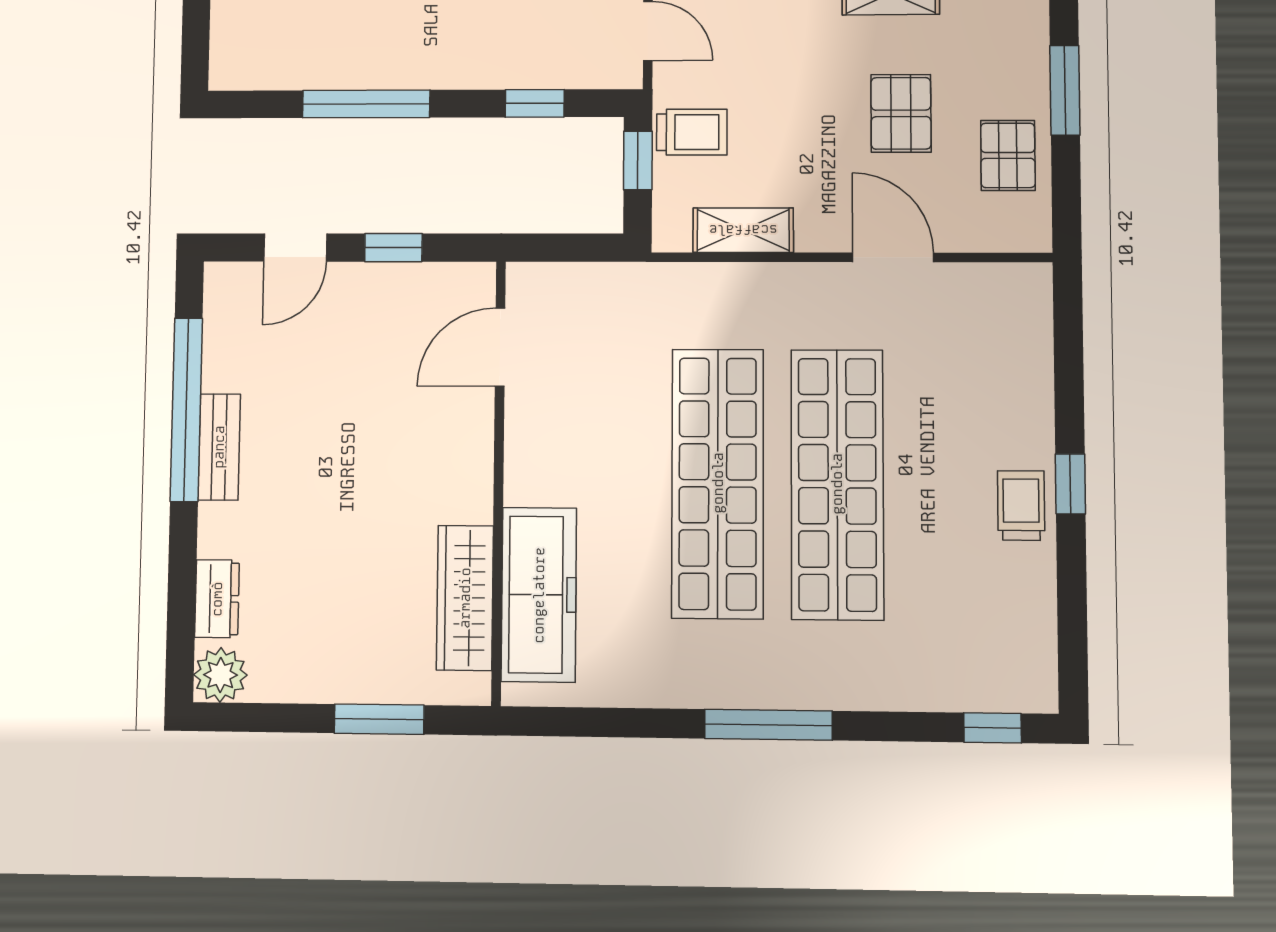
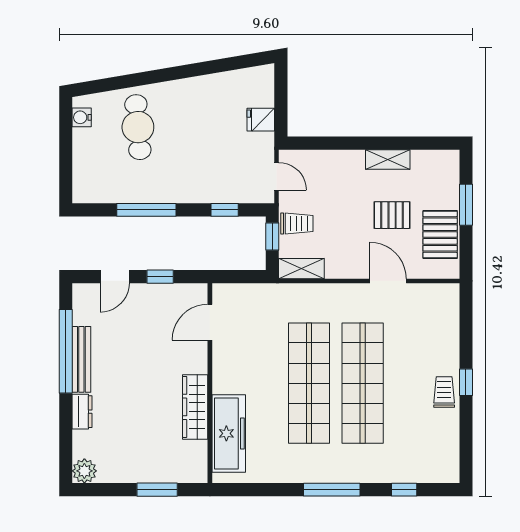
pallet: (901, 113) -> (392, 215), turned 90
pallet: (1008, 155) -> (440, 234), width x1.50, depth x1.42
shelving: (743, 230) -> (301, 269), moved
bench: (219, 447) -> (81, 359), width x1.36
wardrobe: (465, 598) -> (195, 407), moved
dresser: (217, 599) -> (82, 412), moved
window: (993, 728) -> (404, 490), moved

